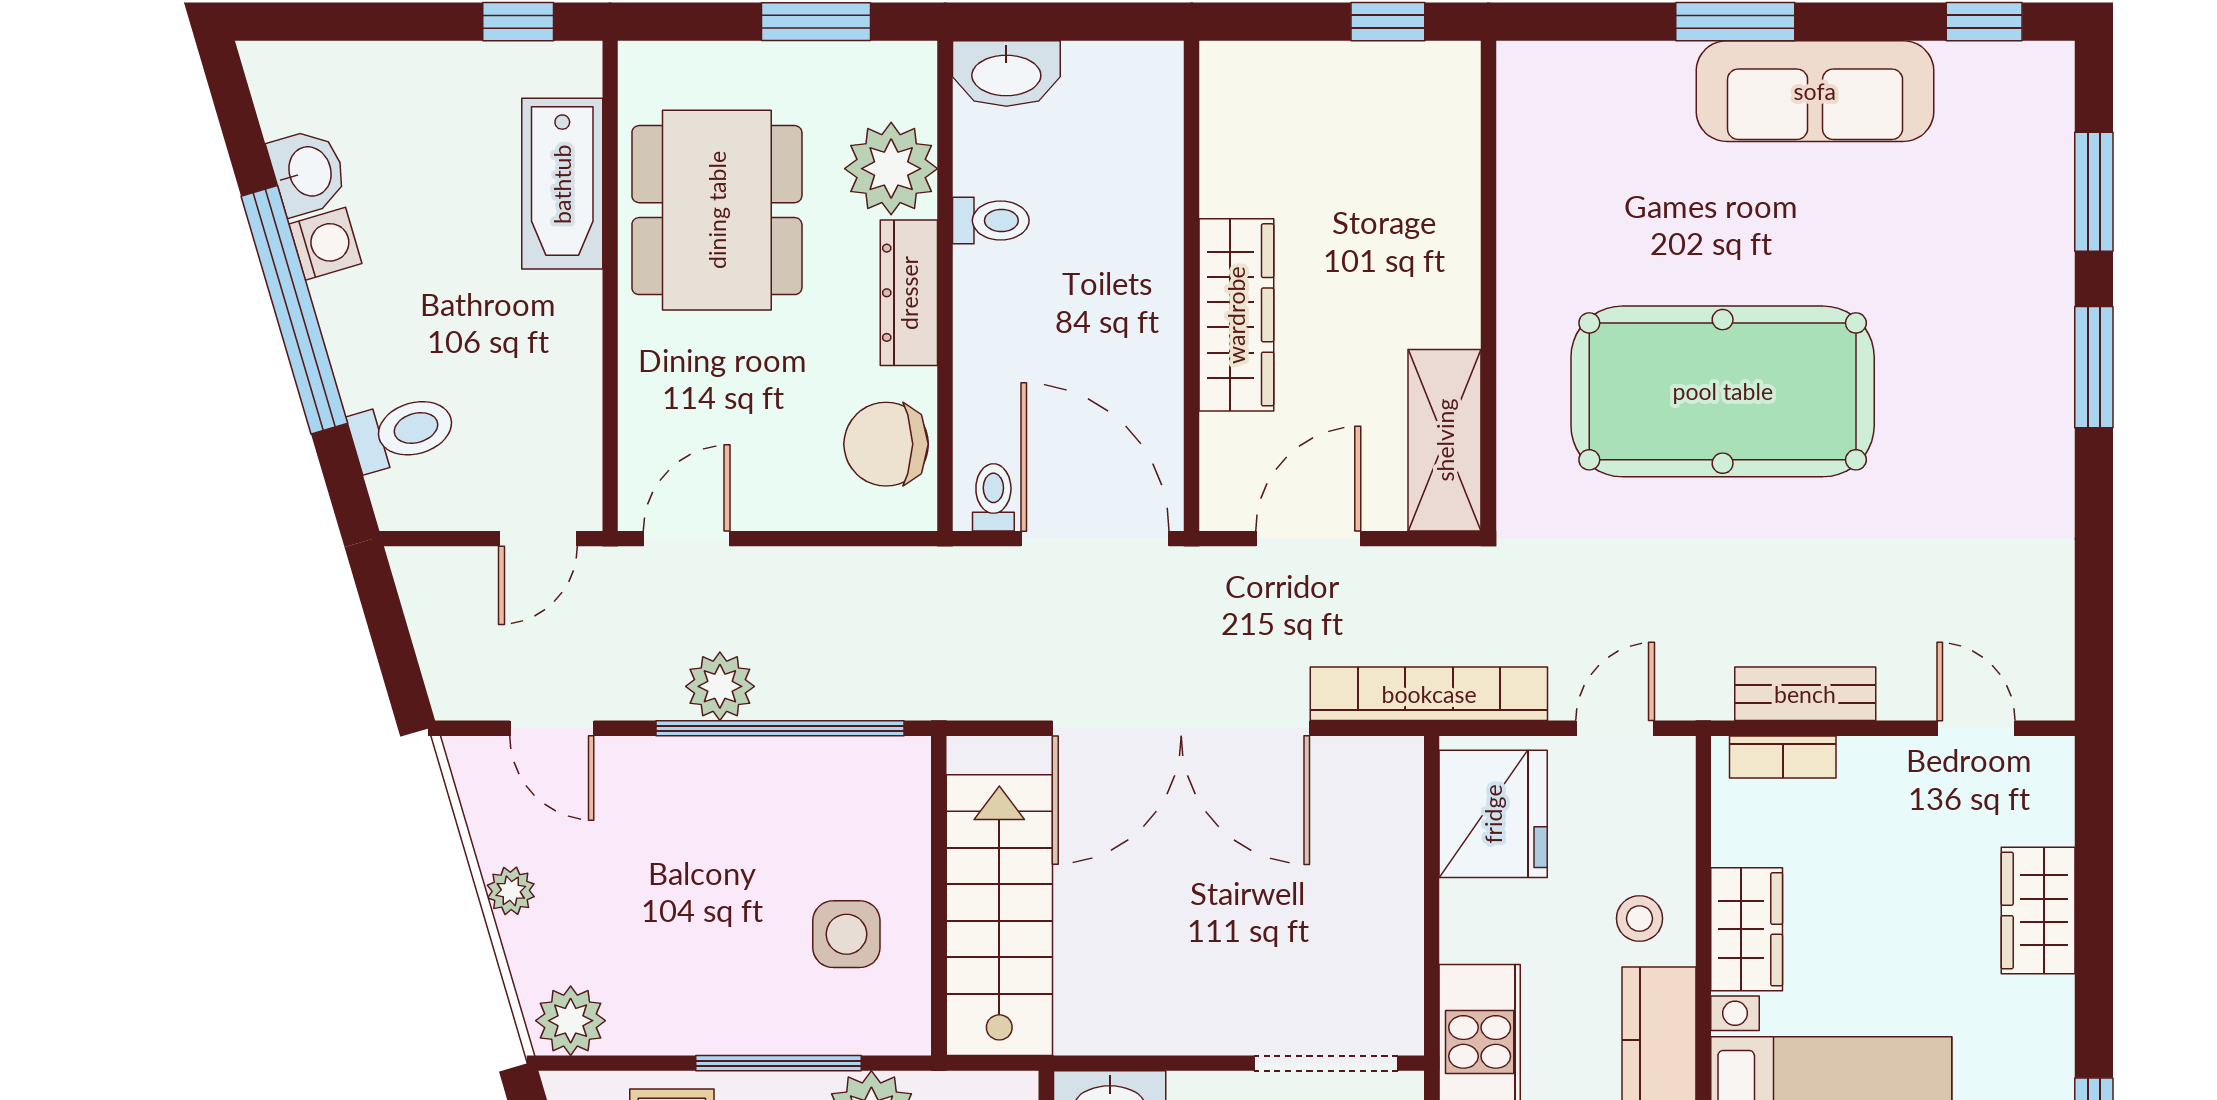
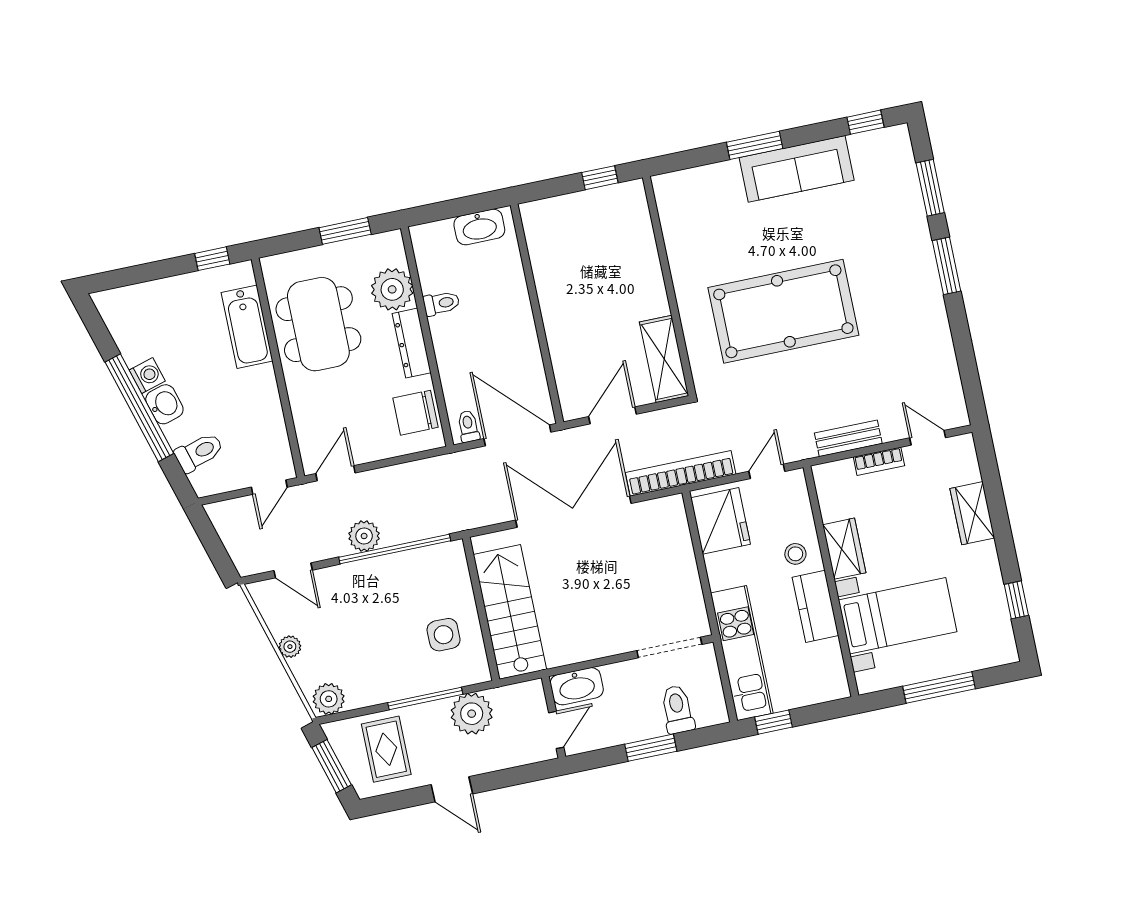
washbasin: (1006, 73) -> (479, 227), moved
washbasin: (308, 172) -> (164, 404), moved
wardrobe: (1236, 315) -> (560, 322), removed
double door: (1181, 728) -> (573, 512), swing flipped
bookcase: (1783, 757) -> (879, 461), moved

